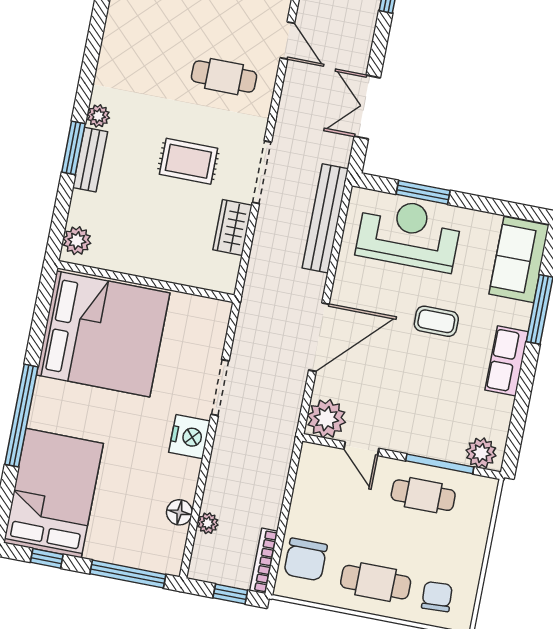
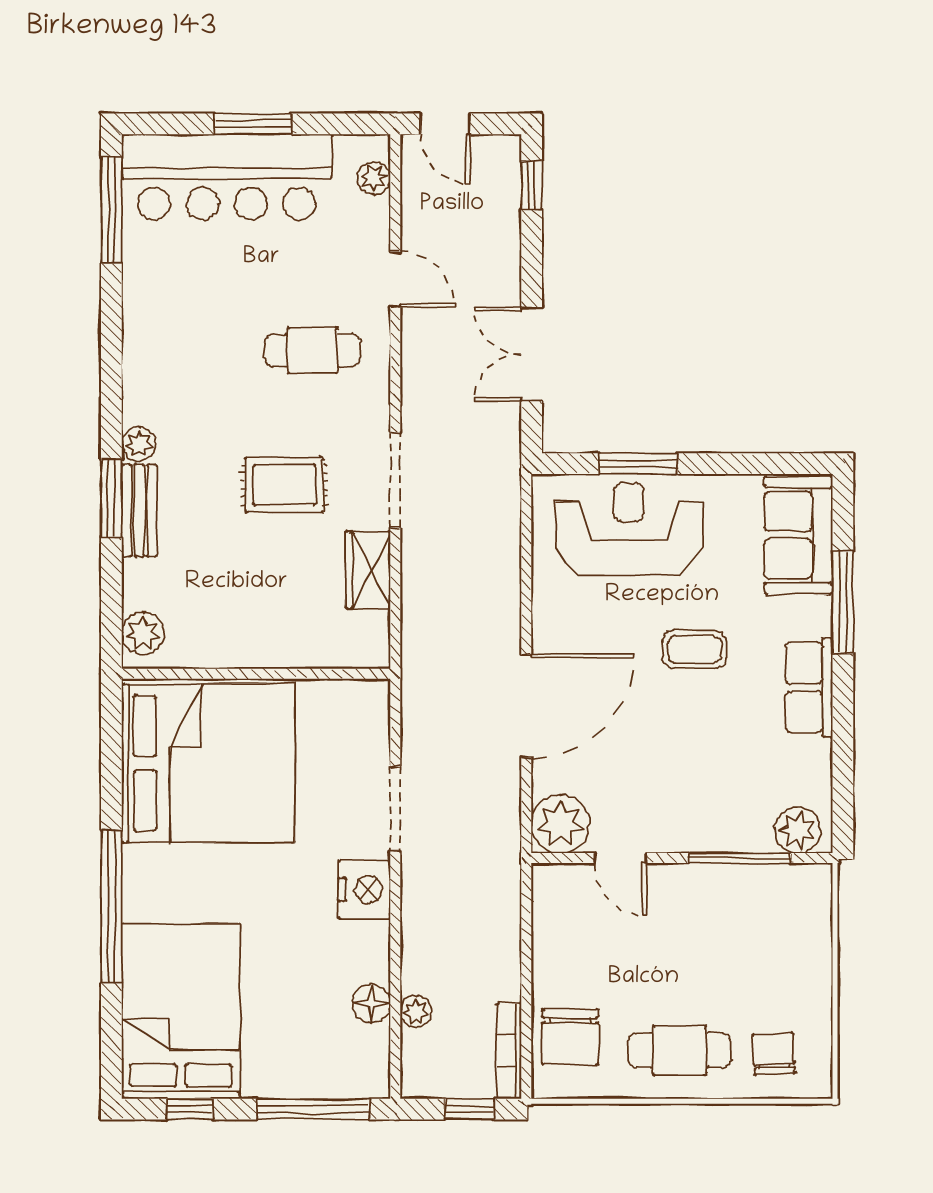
bench: (325, 218) -> (502, 530), removed
cafe table: (423, 495) -> (725, 909), removed

